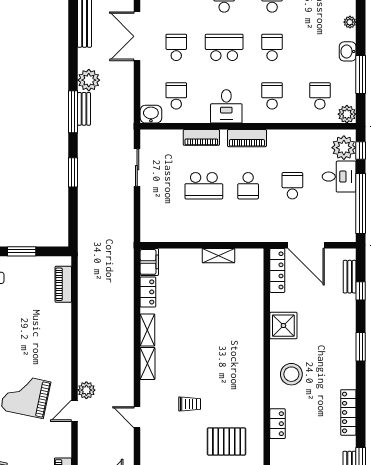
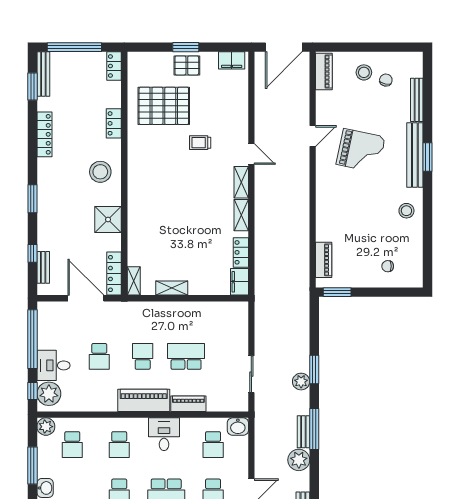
piano: (247, 138) -> (144, 400), width x1.37, depth x1.33
window: (22, 251) -> (337, 292), moved
shelving: (257, 263) -> (134, 281), added
plant: (86, 390) -> (301, 382), moved
door: (137, 417) -> (251, 154), moved
pallet: (227, 441) -> (164, 106), width x1.37, depth x1.41

